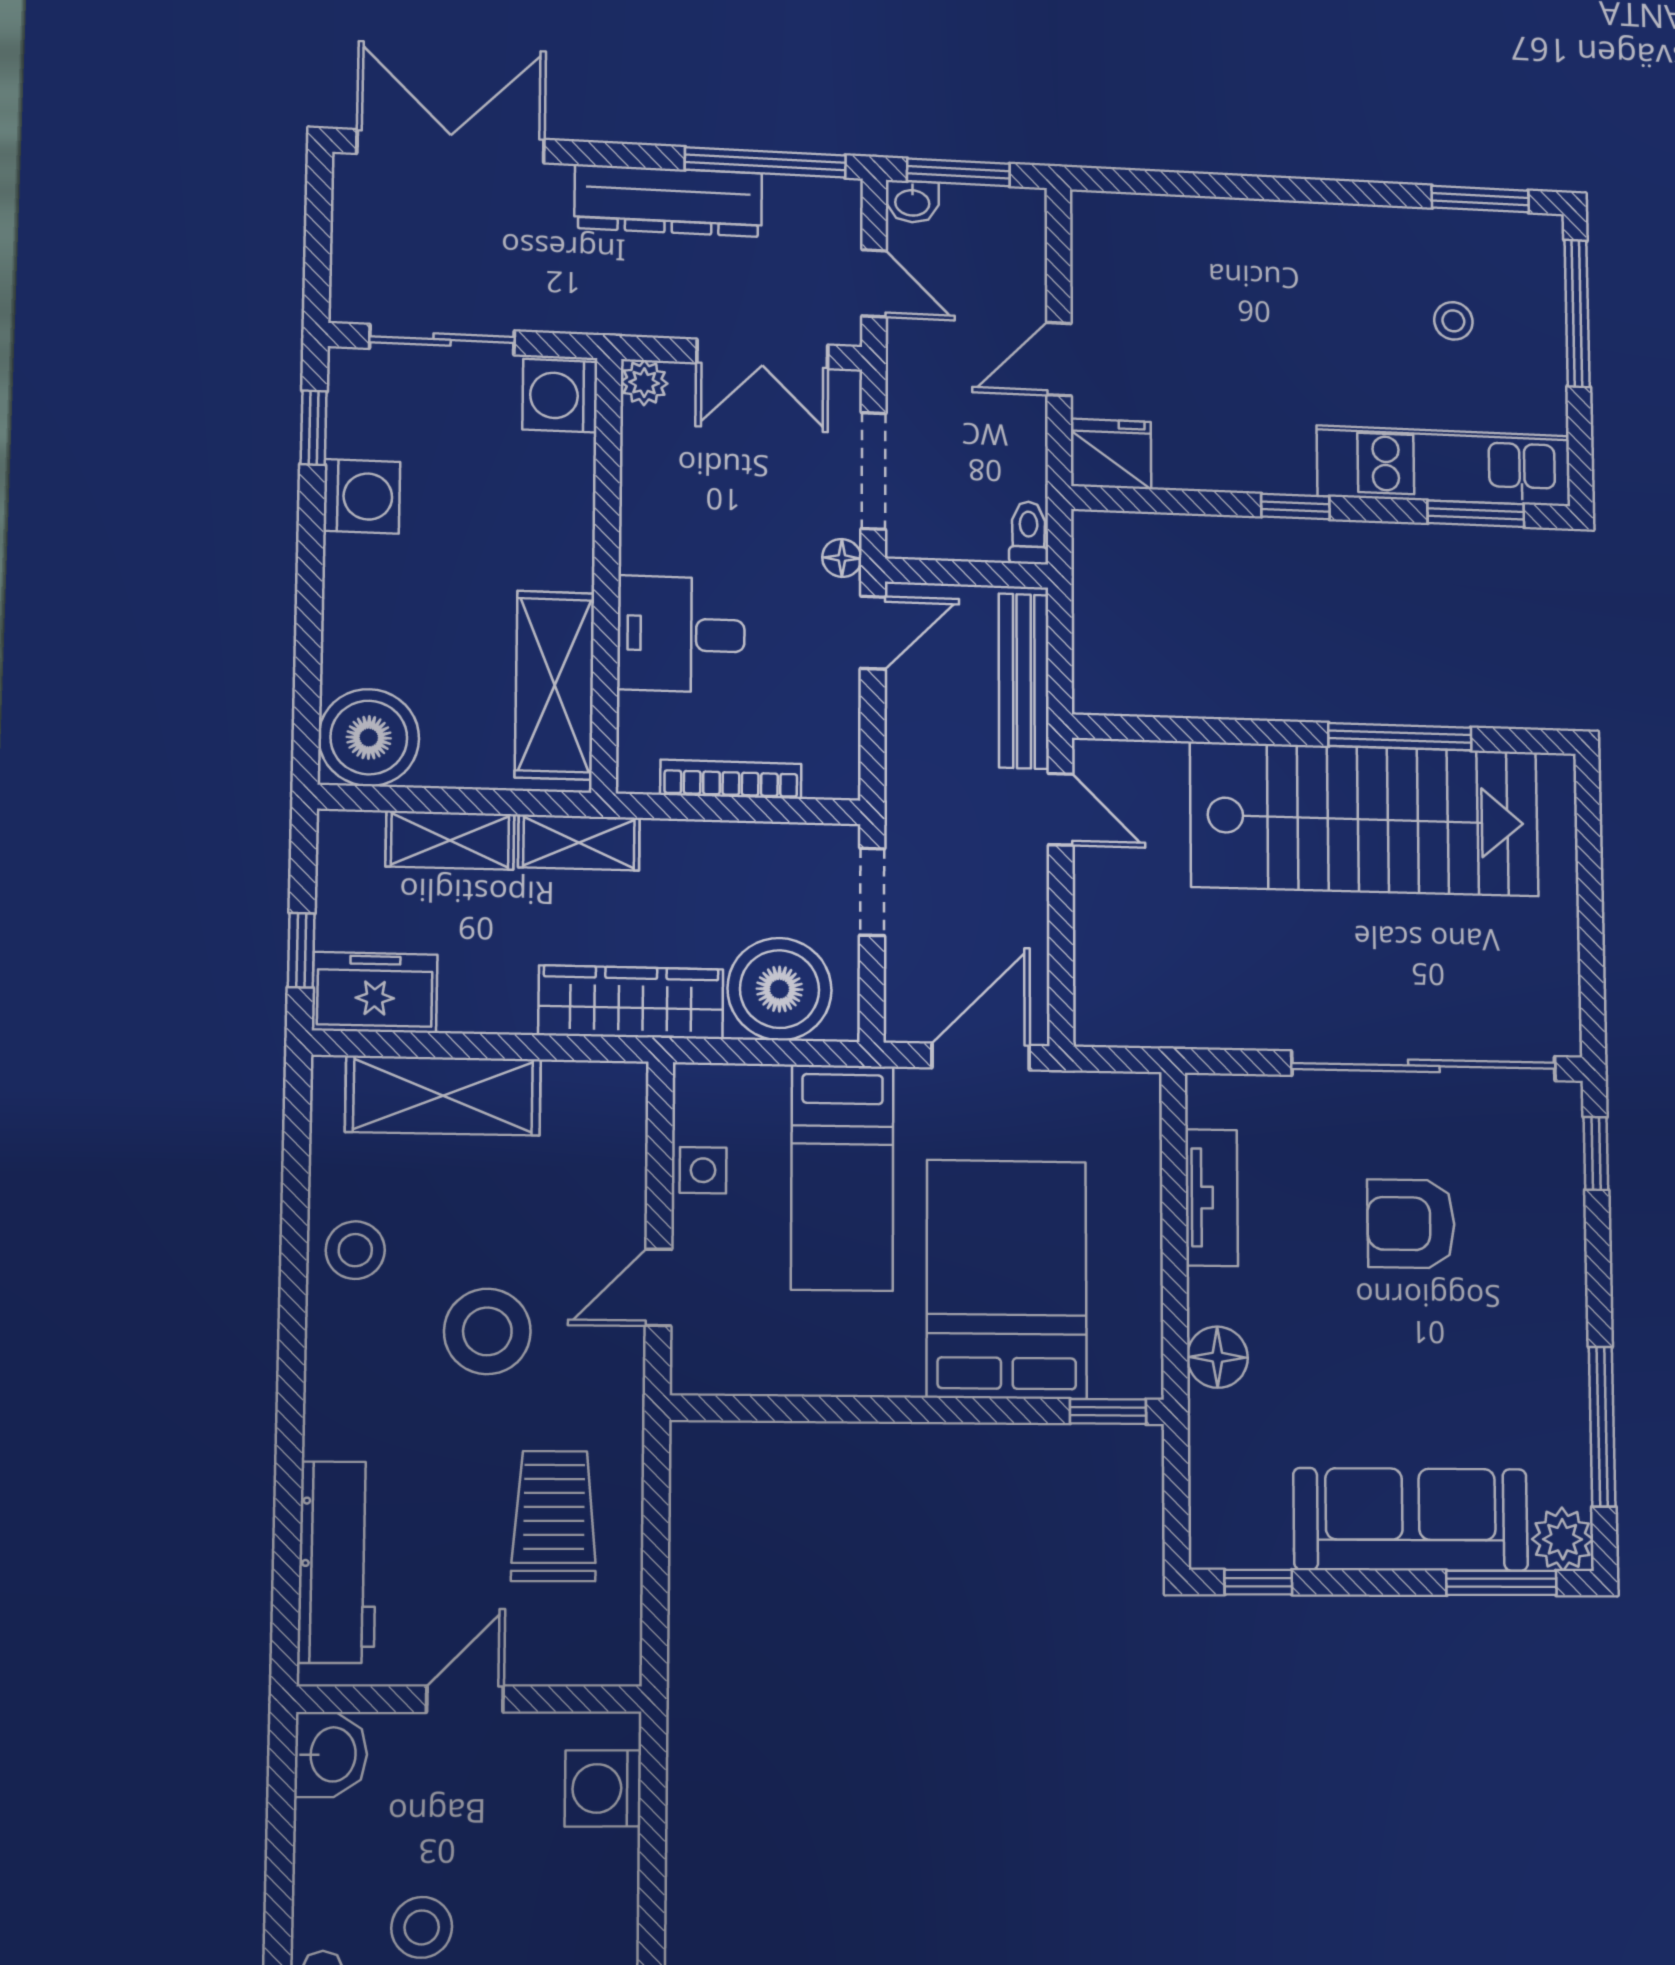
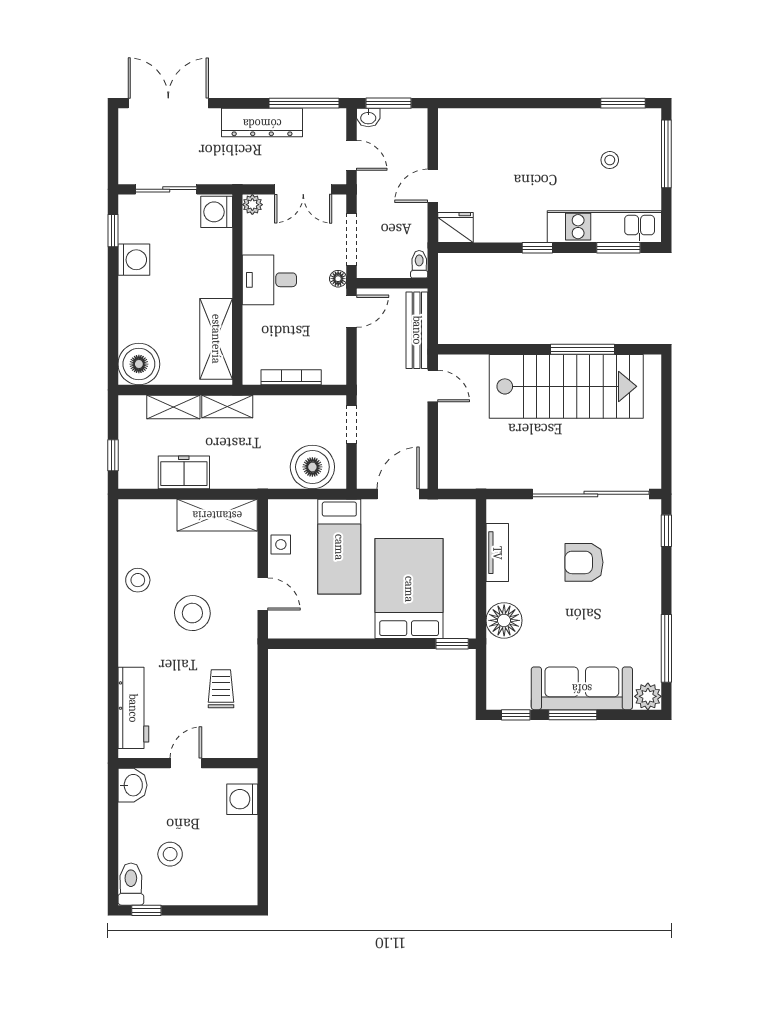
desk: (681, 634) -> (269, 280), moved
freezer: (375, 992) -> (184, 472), moved
wardrobe: (631, 1002) -> (250, 474), removed
shelving: (443, 1096) -> (217, 515), moved
door: (658, 1287) -> (263, 594), swing flipped
floor lamp: (1217, 1357) -> (504, 620), width x1.38, depth x1.38
trolley: (554, 1516) -> (221, 689), width x0.73, depth x0.72
window: (1501, 1583) -> (573, 715), moved

